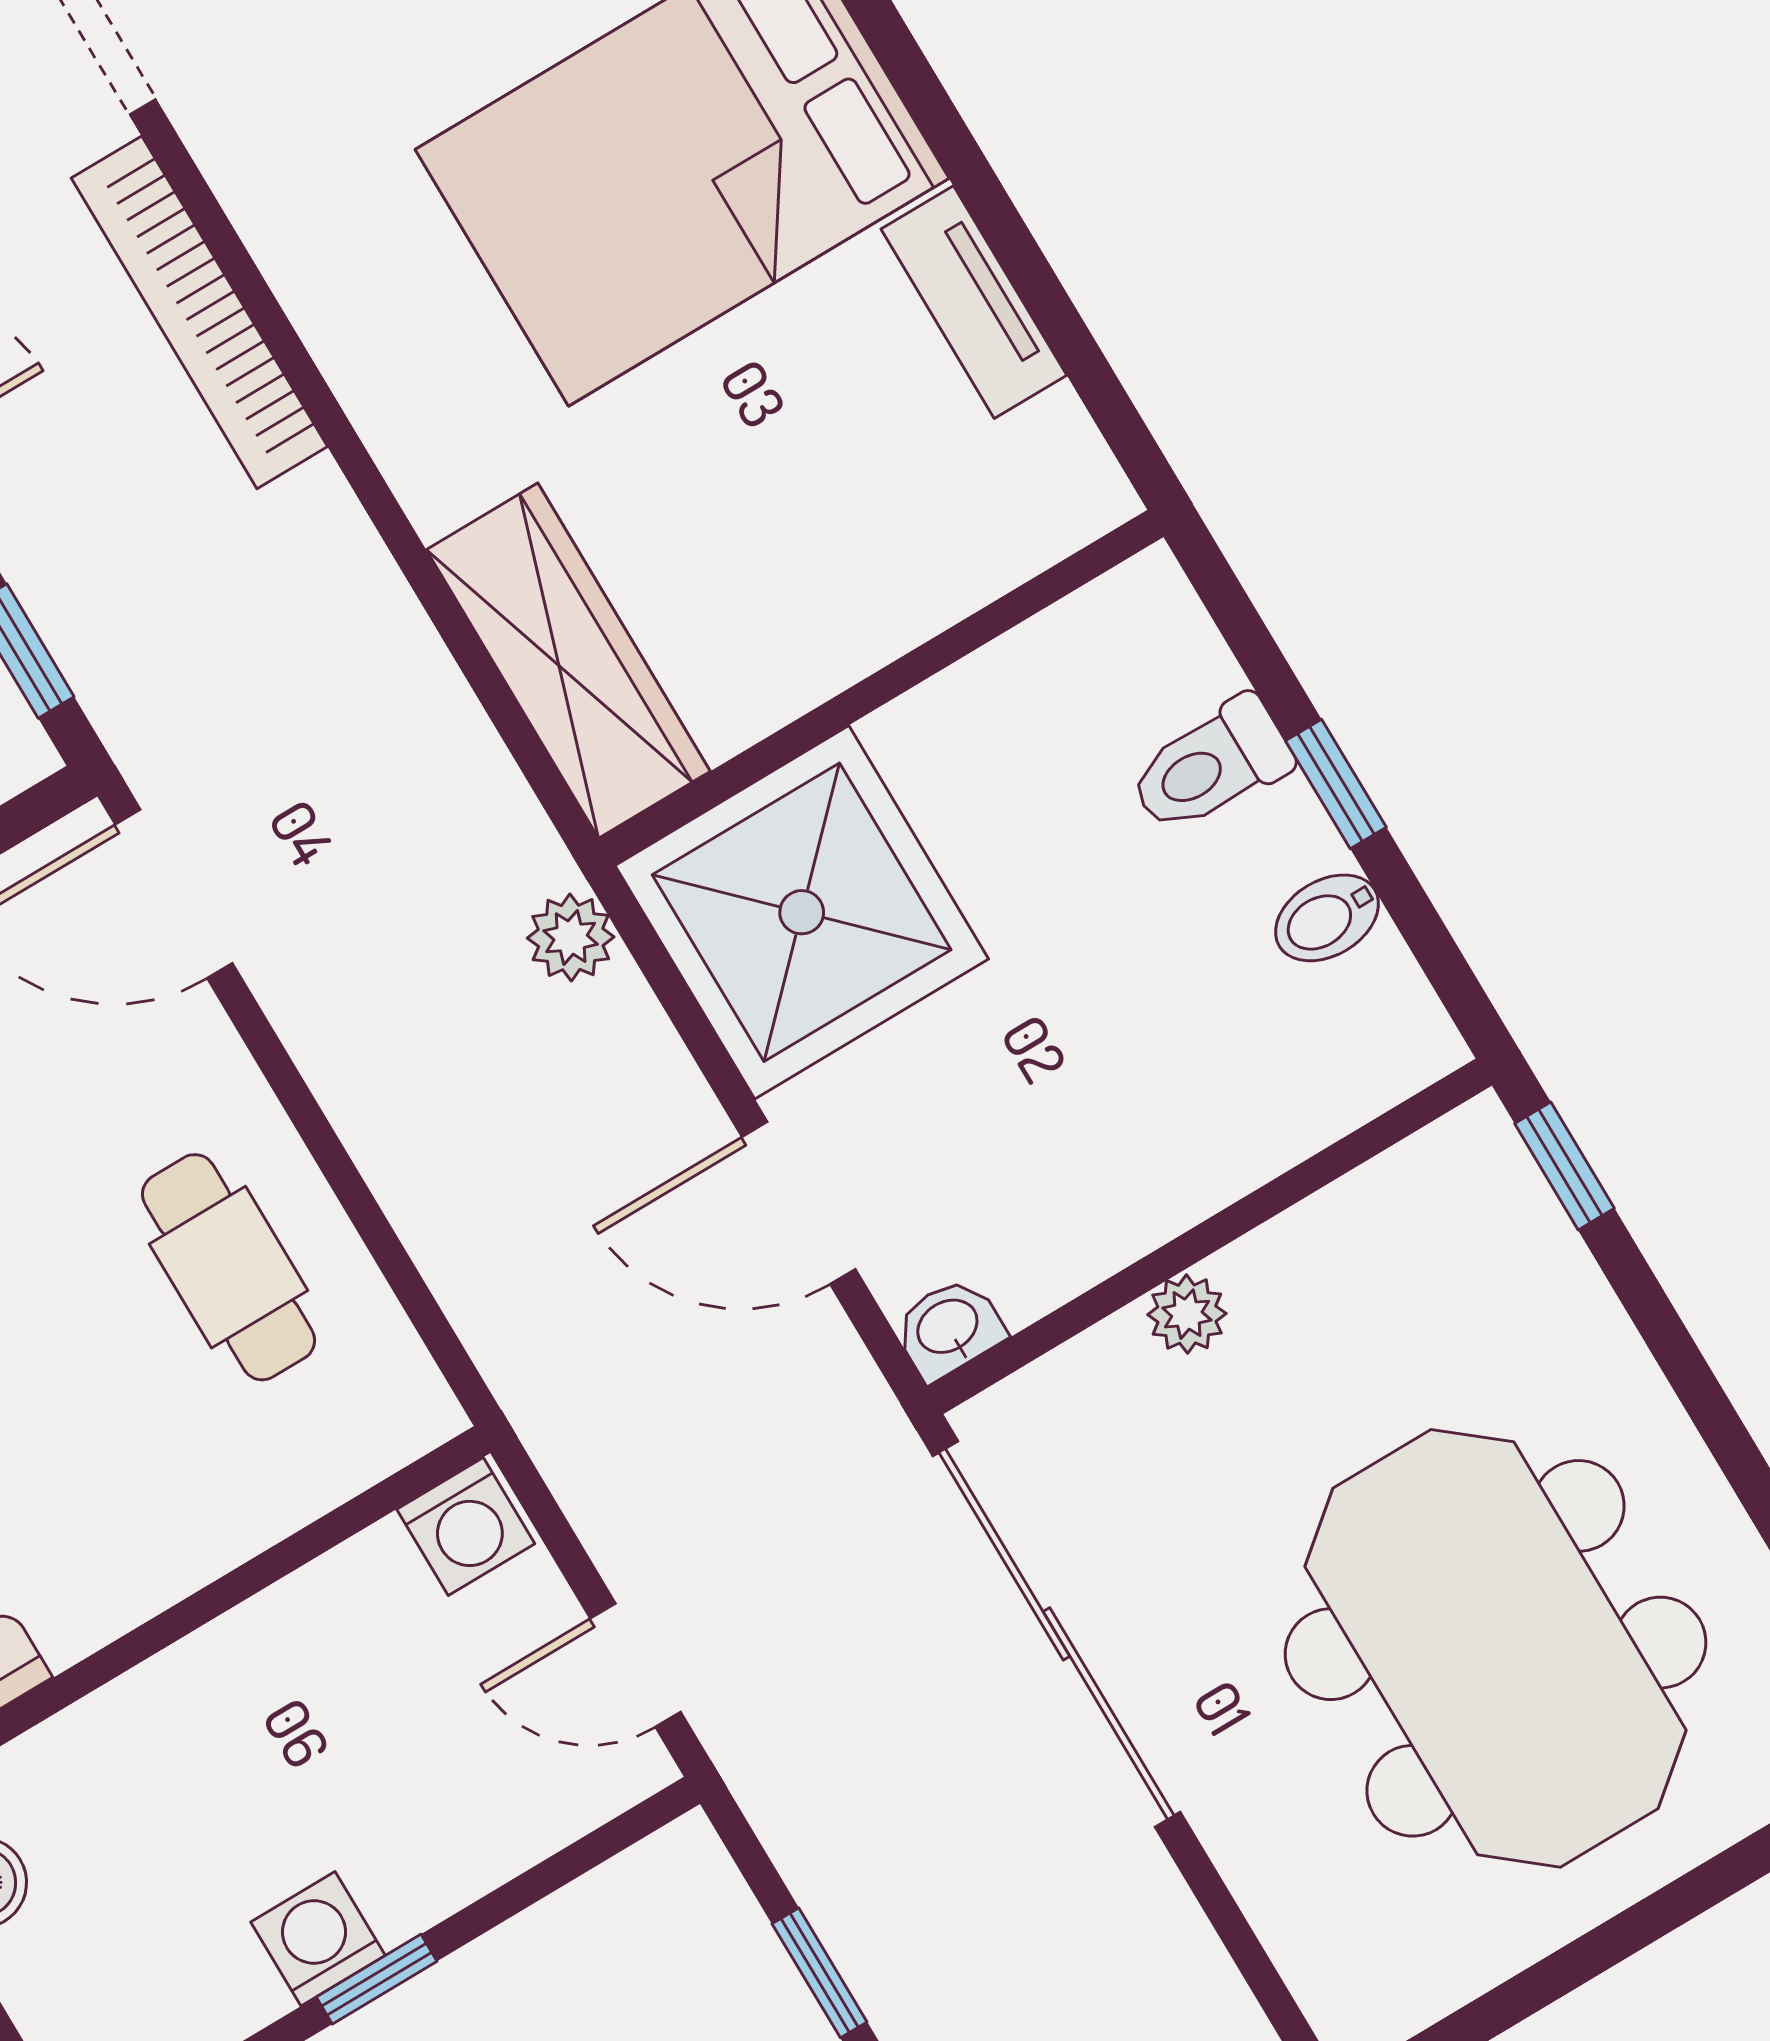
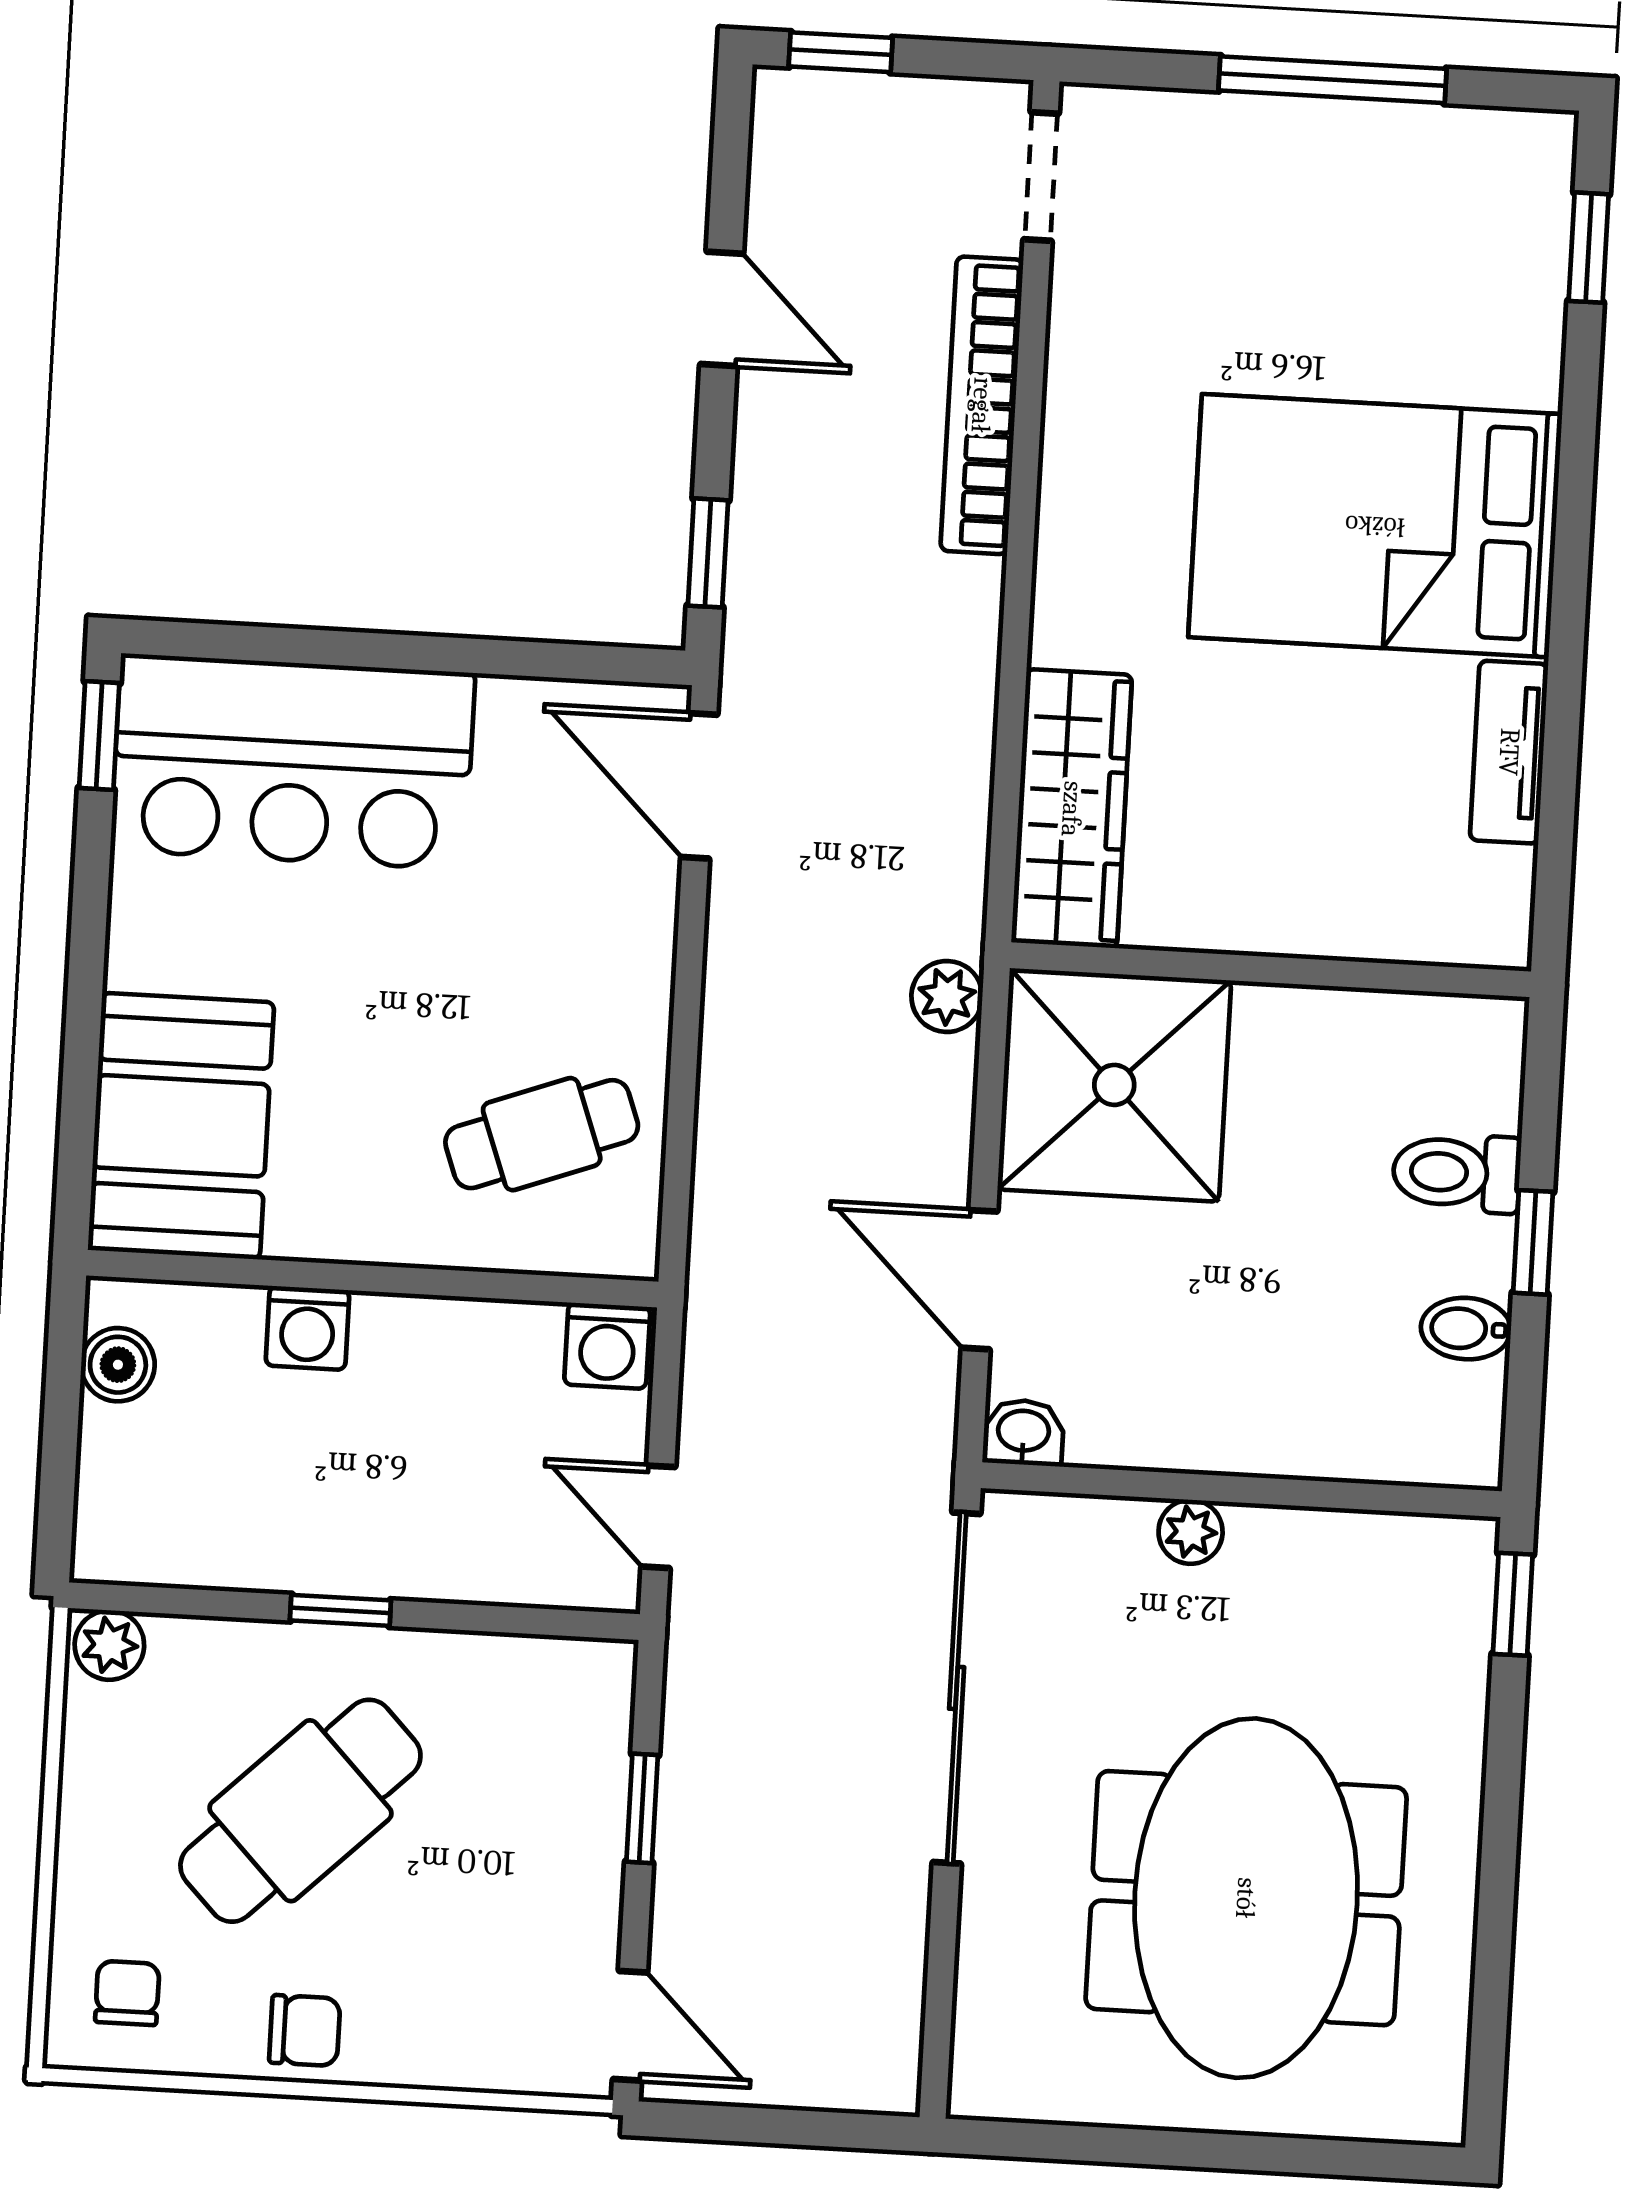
cafe table: (229, 1267) -> (542, 1134), moved, turned 70
washing machine: (318, 1939) -> (307, 1328), moved, turned 180

